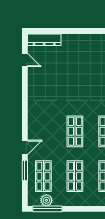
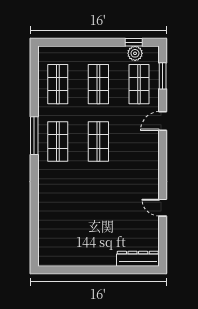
door: (25, 60) -> (163, 208), moved
window: (25, 171) -> (163, 76), moved
window: (47, 209) -> (134, 42), width x0.46

